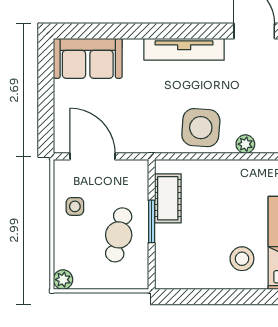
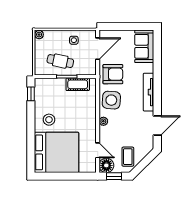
armchair: (146, 124) -> (113, 74), added
window: (188, 297) -> (31, 94), added

